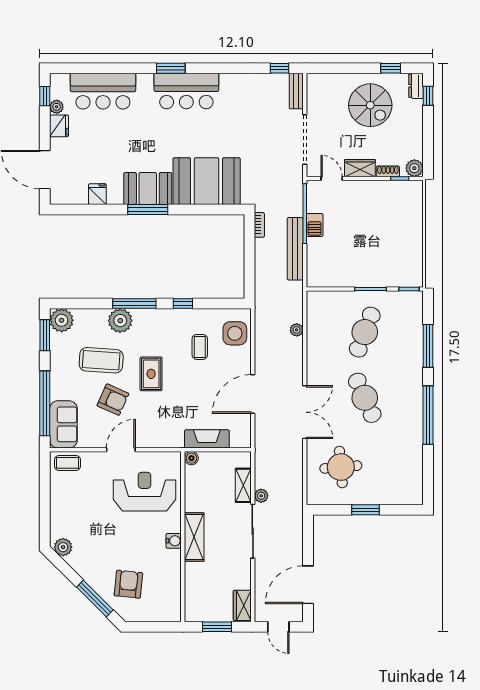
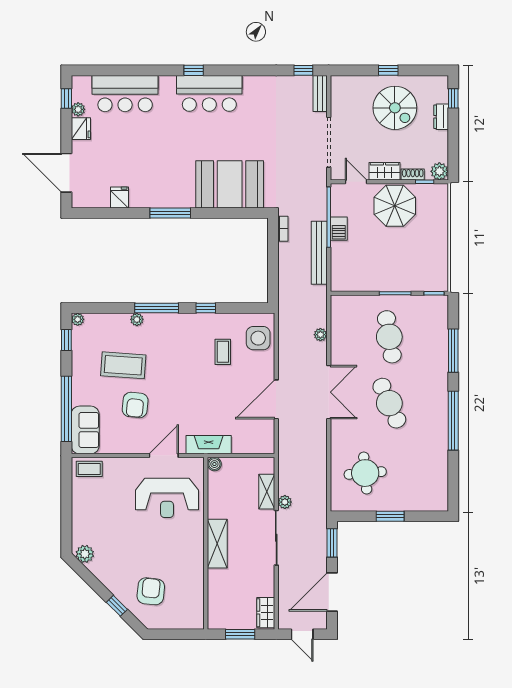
window: (171, 68) -> (194, 70), width x0.67
window: (391, 68) -> (388, 70), moved
dresser: (416, 86) -> (441, 117), moved
booth: (148, 188) -> (170, 192), removed
parasol: (370, 202) -> (395, 206), added
plant: (62, 320) -> (78, 319), width x0.53, depth x0.53
plant: (120, 321) -> (137, 319), width x0.53, depth x0.53
cafe table: (365, 332) -> (389, 337), turned -30
window: (45, 335) -> (66, 340), width x0.67
rug: (151, 374) -> (174, 379), removed
armchair: (113, 400) -> (135, 405), turned 72
double door: (305, 412) -> (329, 392), moved
fireplace: (207, 439) -> (209, 445), moved
door: (121, 450) -> (164, 456), moved
reception desk: (144, 492) -> (167, 498), turned 180
window: (308, 536) -> (332, 543), added
water cooler: (174, 541) -> (196, 548), removed
window: (95, 599) -> (117, 606), width x0.46

